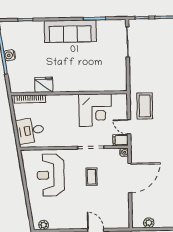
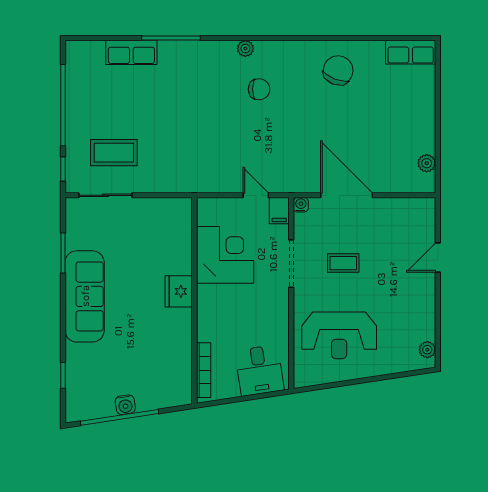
fridge: (44, 85) -> (179, 291), moved
coffee table: (145, 106) -> (114, 153), moved
door: (129, 127) -> (256, 195), swing flipped

